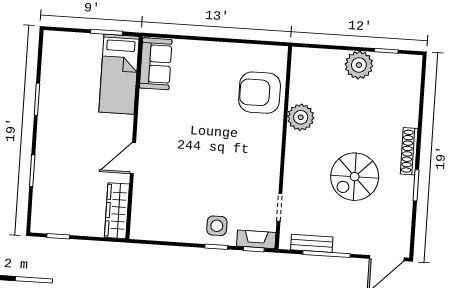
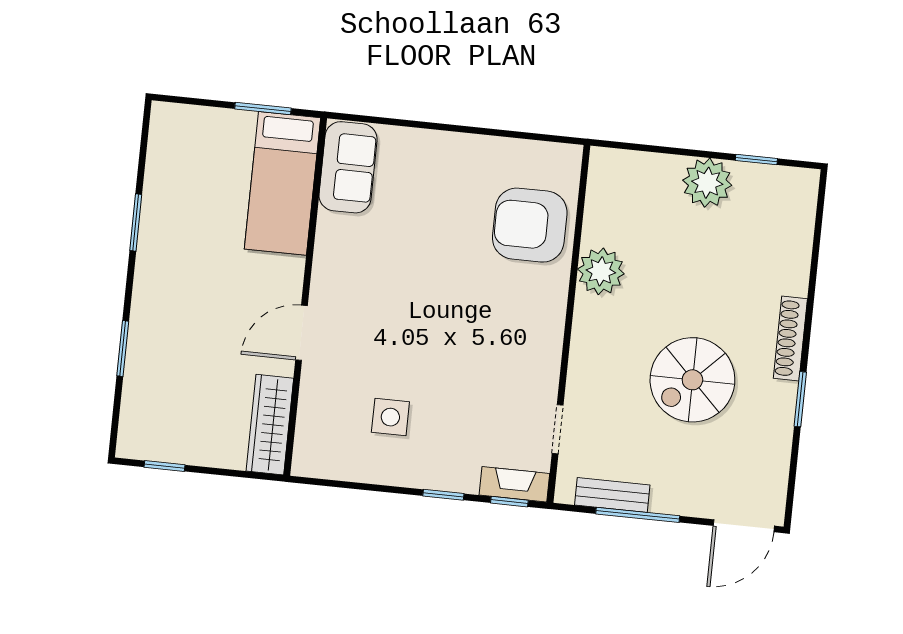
side table: (217, 226) -> (390, 417), moved

